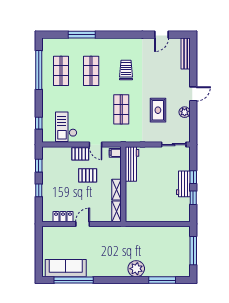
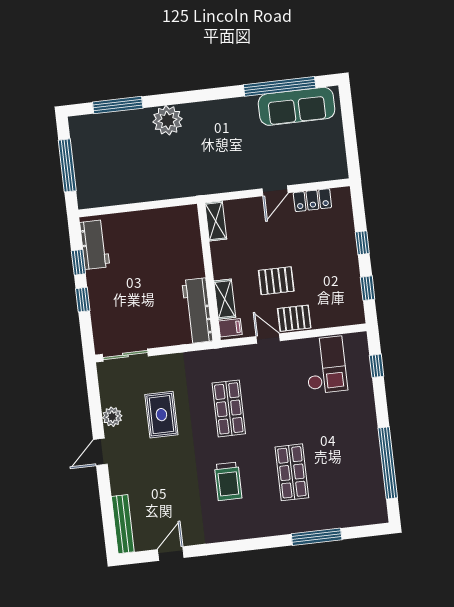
shop shelf: (61, 71) -> (347, 466), removed
workbench: (183, 184) -> (95, 245), moved
shelving: (117, 190) -> (225, 299), moved

